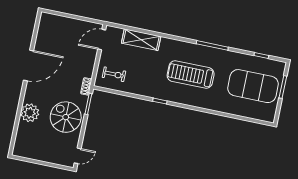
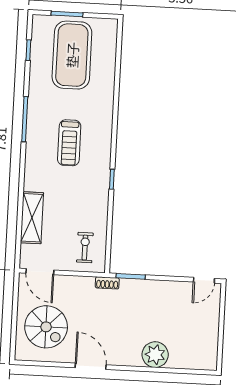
door: (29, 65) -> (91, 366), width x0.73
treadmill: (191, 75) -> (69, 143), width x0.73, depth x0.73
spiral stairs: (66, 117) -> (46, 327), moved, turned -90
door: (78, 156) -> (204, 280), swing flipped

